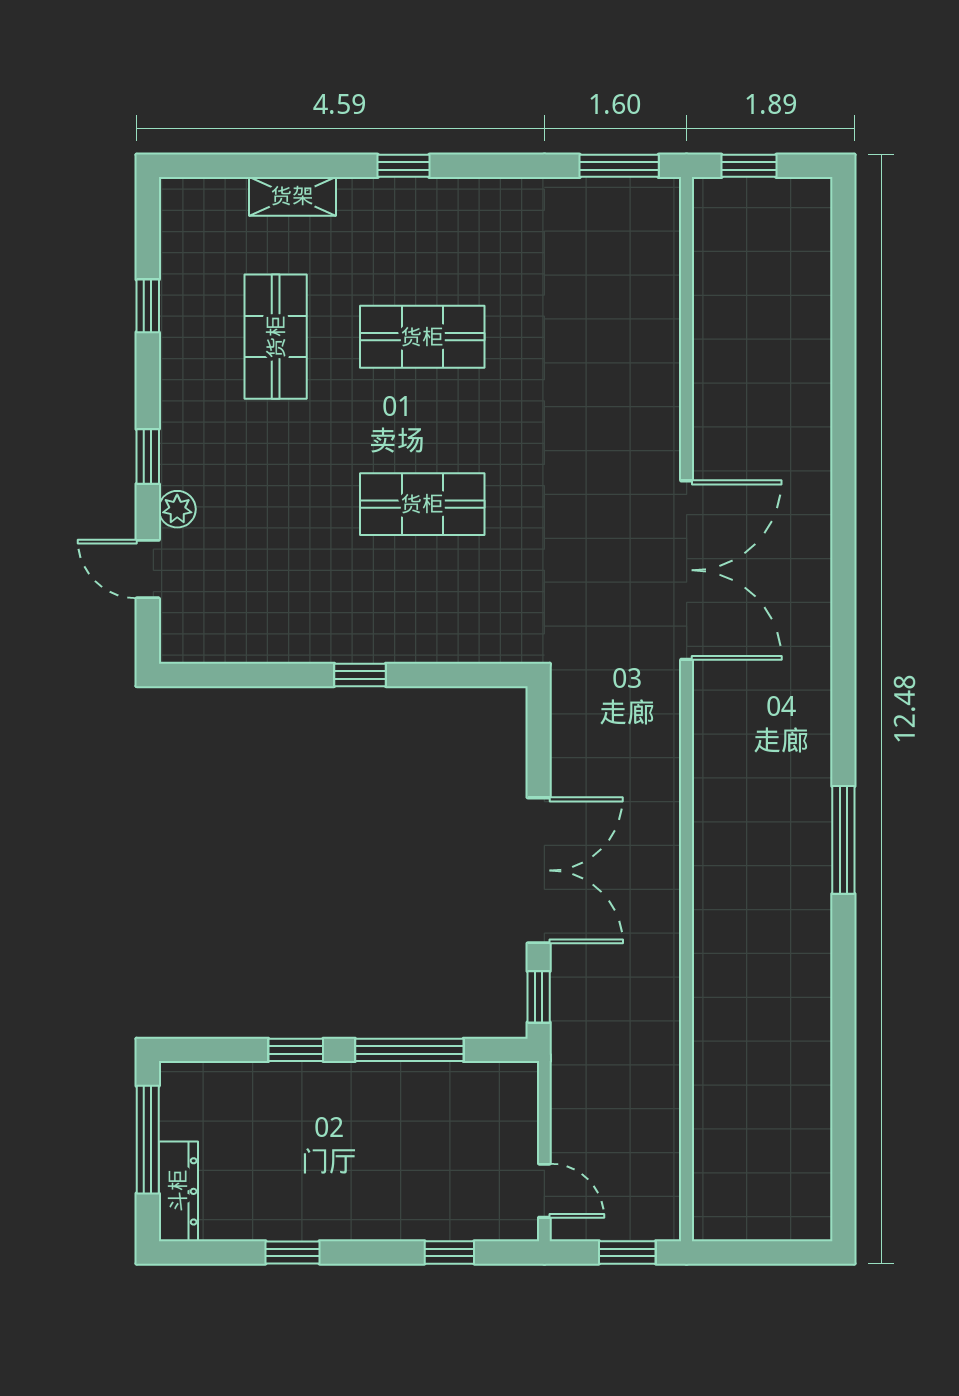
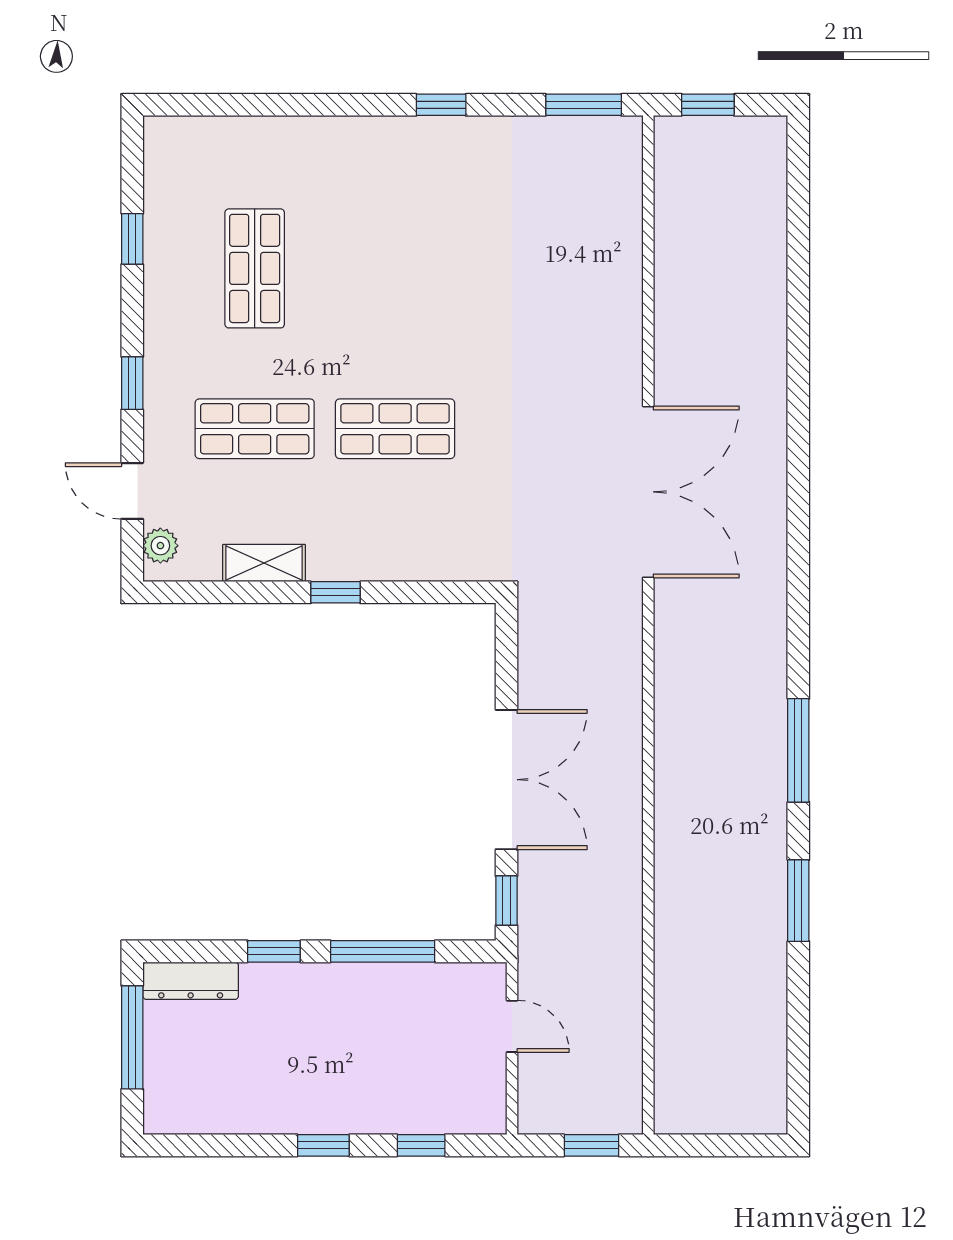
window: (403, 166) -> (441, 105), moved
shelving: (292, 196) -> (264, 563), moved
shop shelf: (422, 337) -> (255, 429), moved
plant: (177, 509) -> (160, 546), moved
window: (843, 997) -> (798, 901), added
dresser: (178, 1191) -> (191, 981), moved, turned 90
door: (544, 1191) -> (512, 1026), moved
window: (293, 1252) -> (323, 1145), moved

